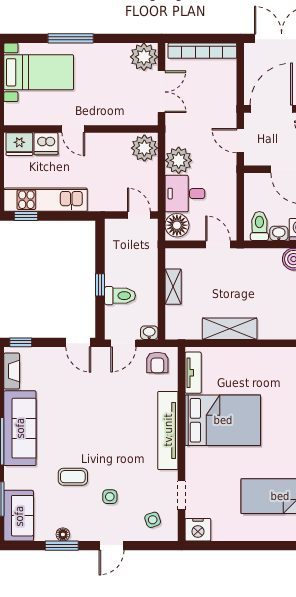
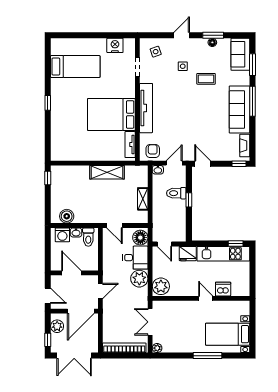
plant: (144, 57) -> (157, 348), width x0.53, depth x0.53
door: (240, 141) -> (100, 291), hinge flipped
fridge: (19, 144) -> (188, 254), moved, turned 180
nightstand: (198, 530) -> (115, 45), moved

